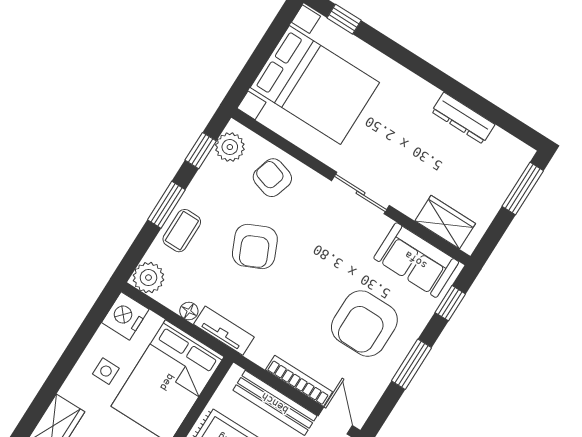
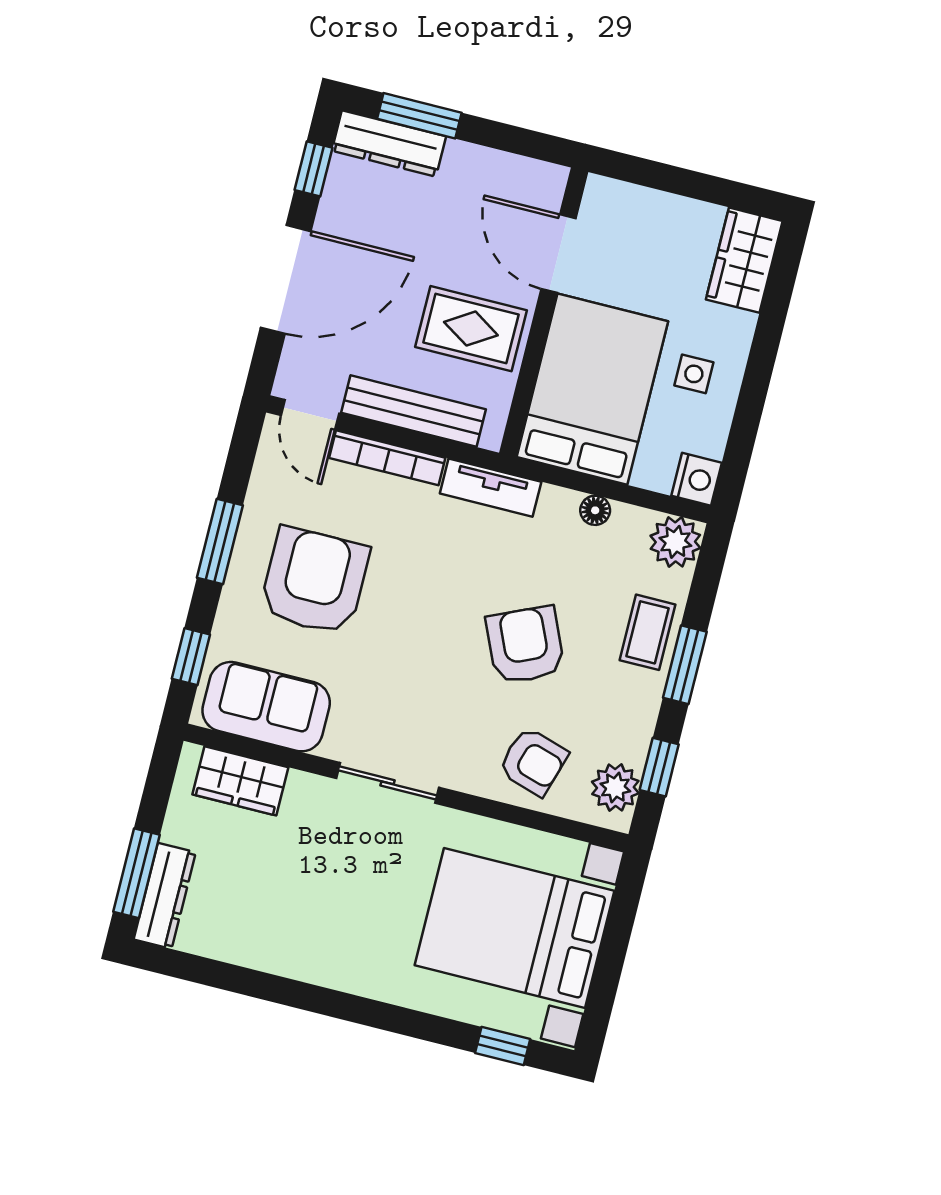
dresser: (463, 118) -> (165, 896), moved, turned 90
nightstand: (125, 316) -> (697, 479), width x0.74, depth x0.75
tv unit: (224, 331) -> (491, 488), moved

